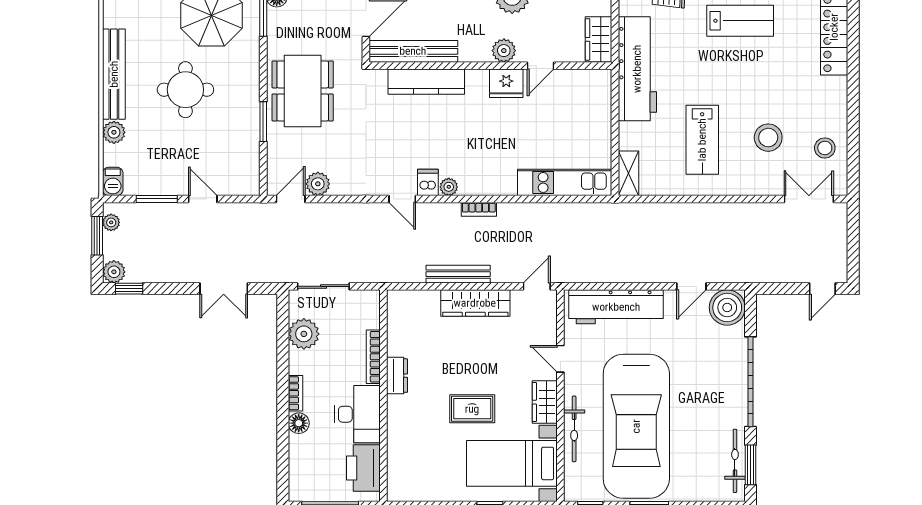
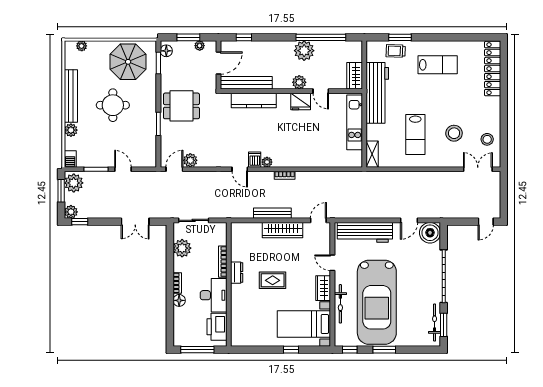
door: (541, 66) -> (321, 91), hinge flipped
dining table: (303, 91) -> (181, 106), width x0.73
kitchen unit: (565, 182) -> (355, 122), moved, turned -90
plant: (111, 222) -> (74, 183), width x1.88, depth x1.88
rug: (472, 409) -> (273, 280), moved

